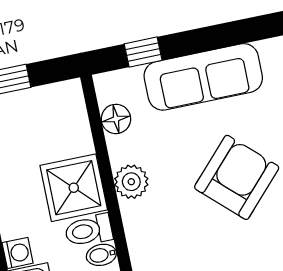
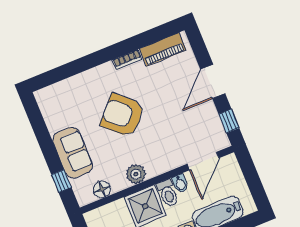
sofa: (203, 77) -> (72, 153), width x0.73

